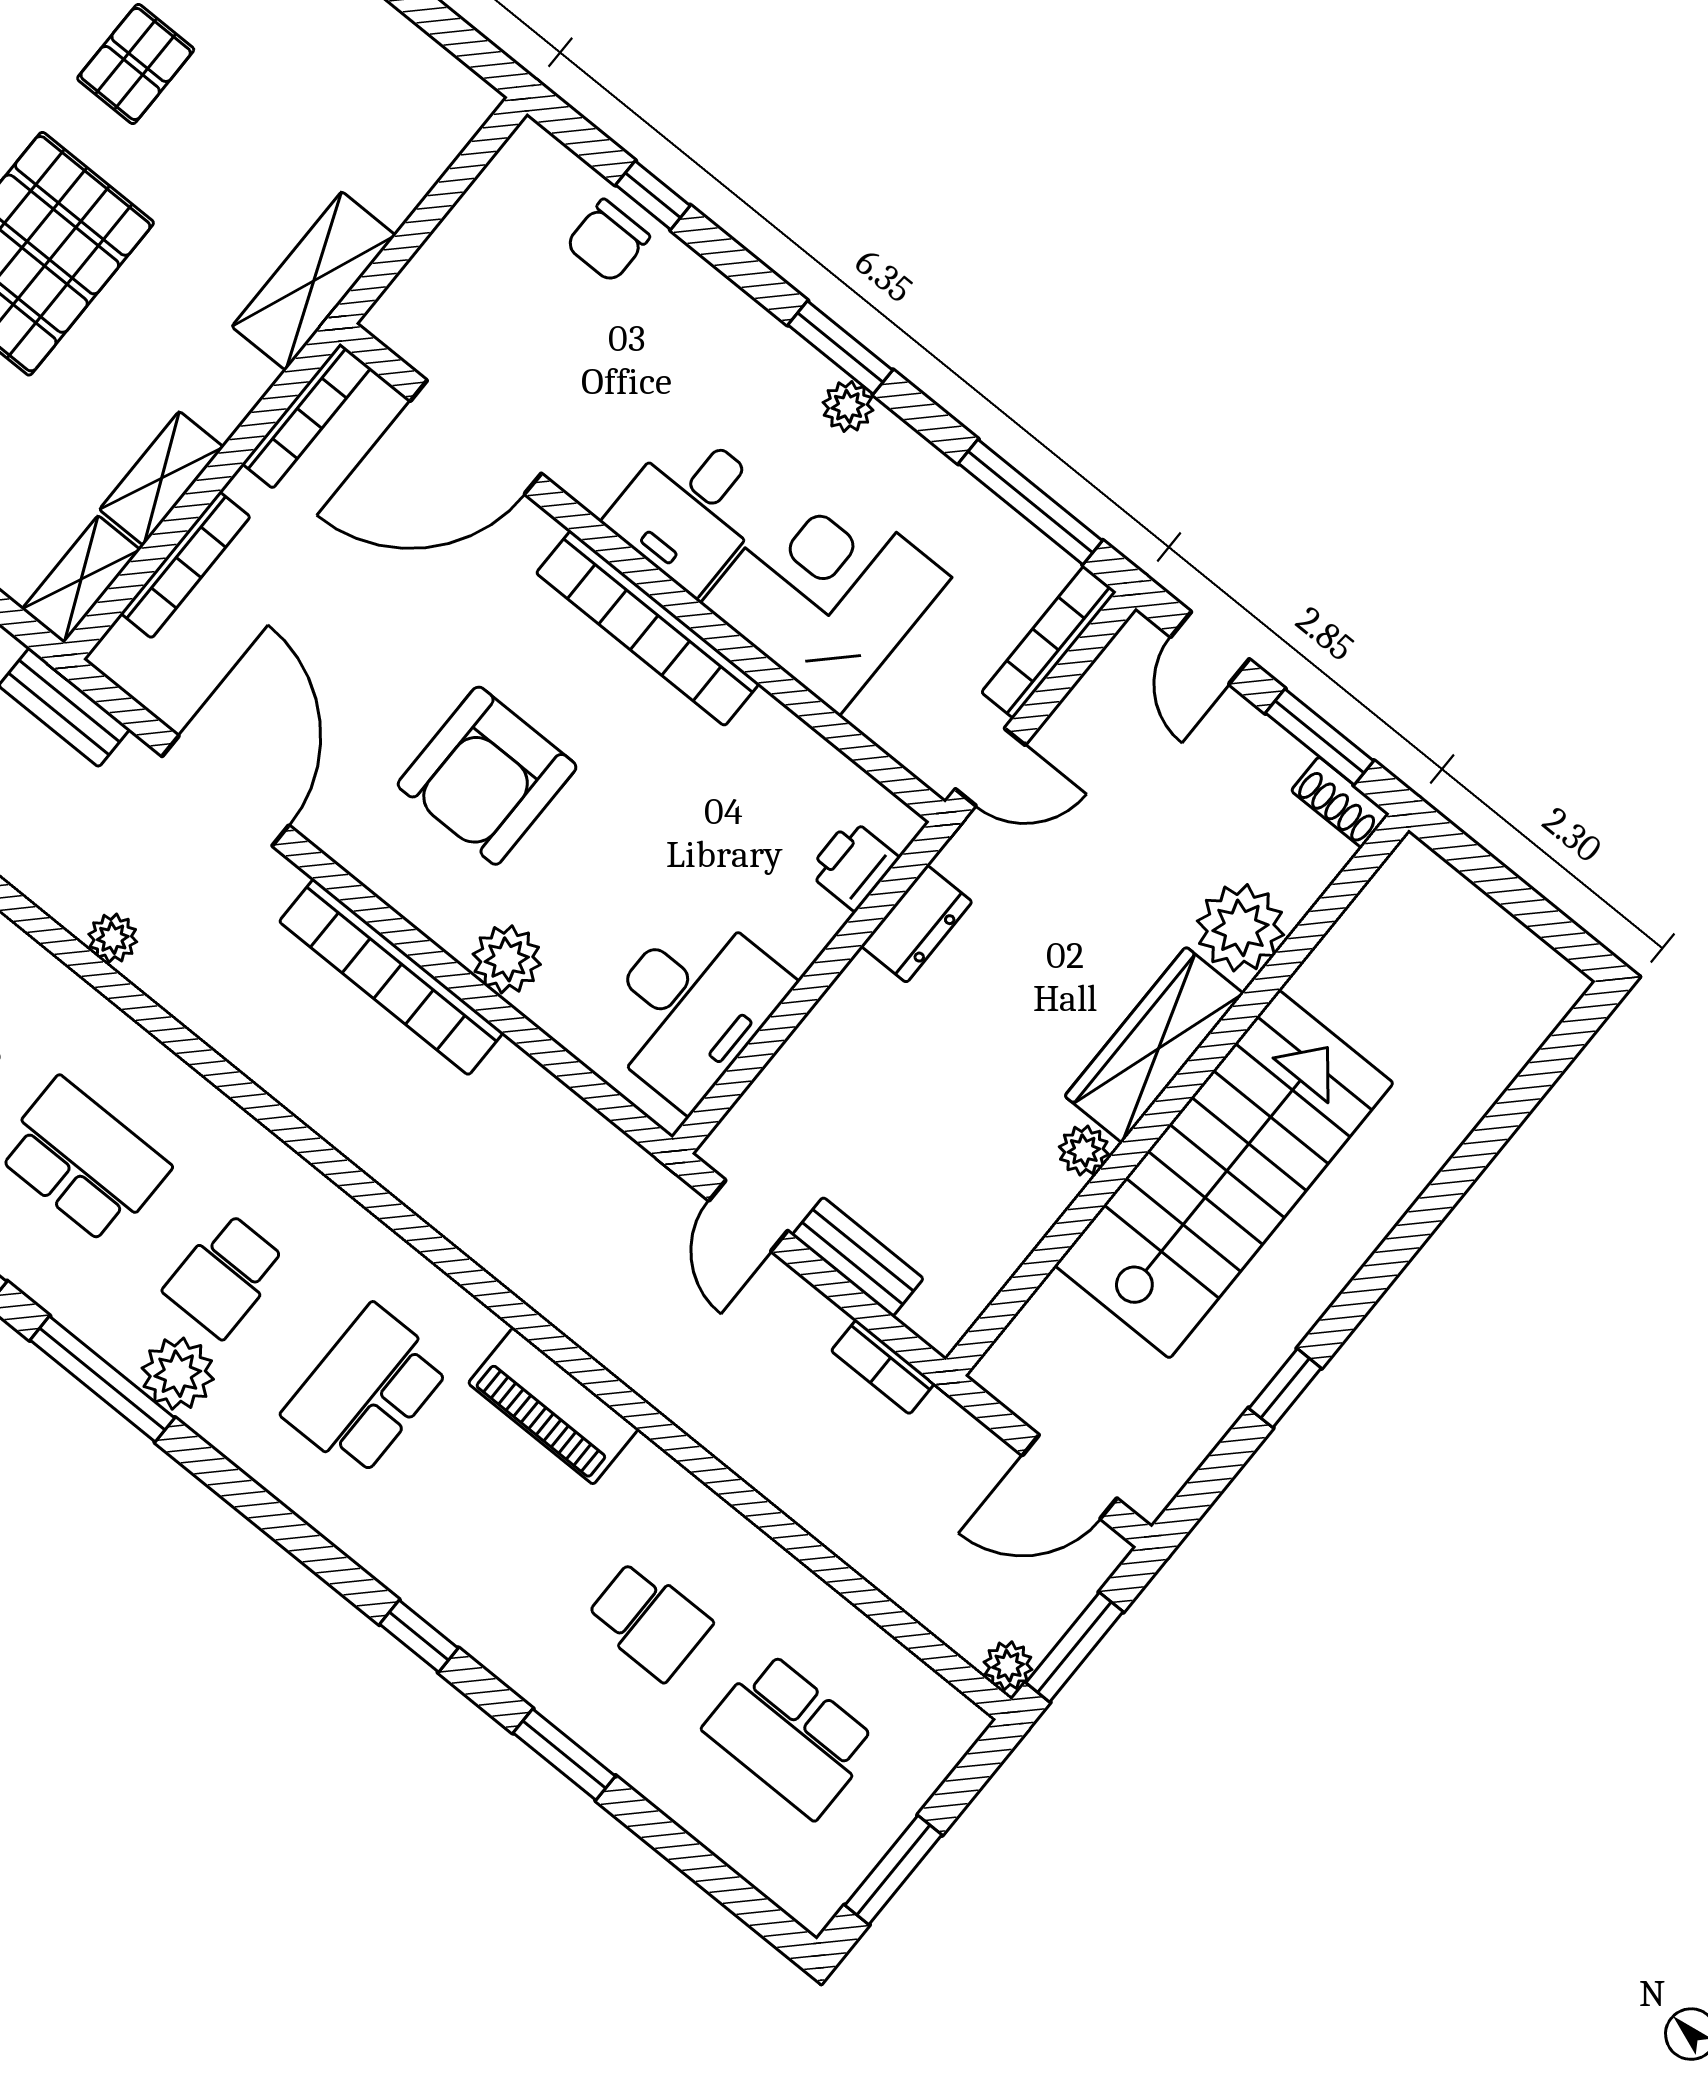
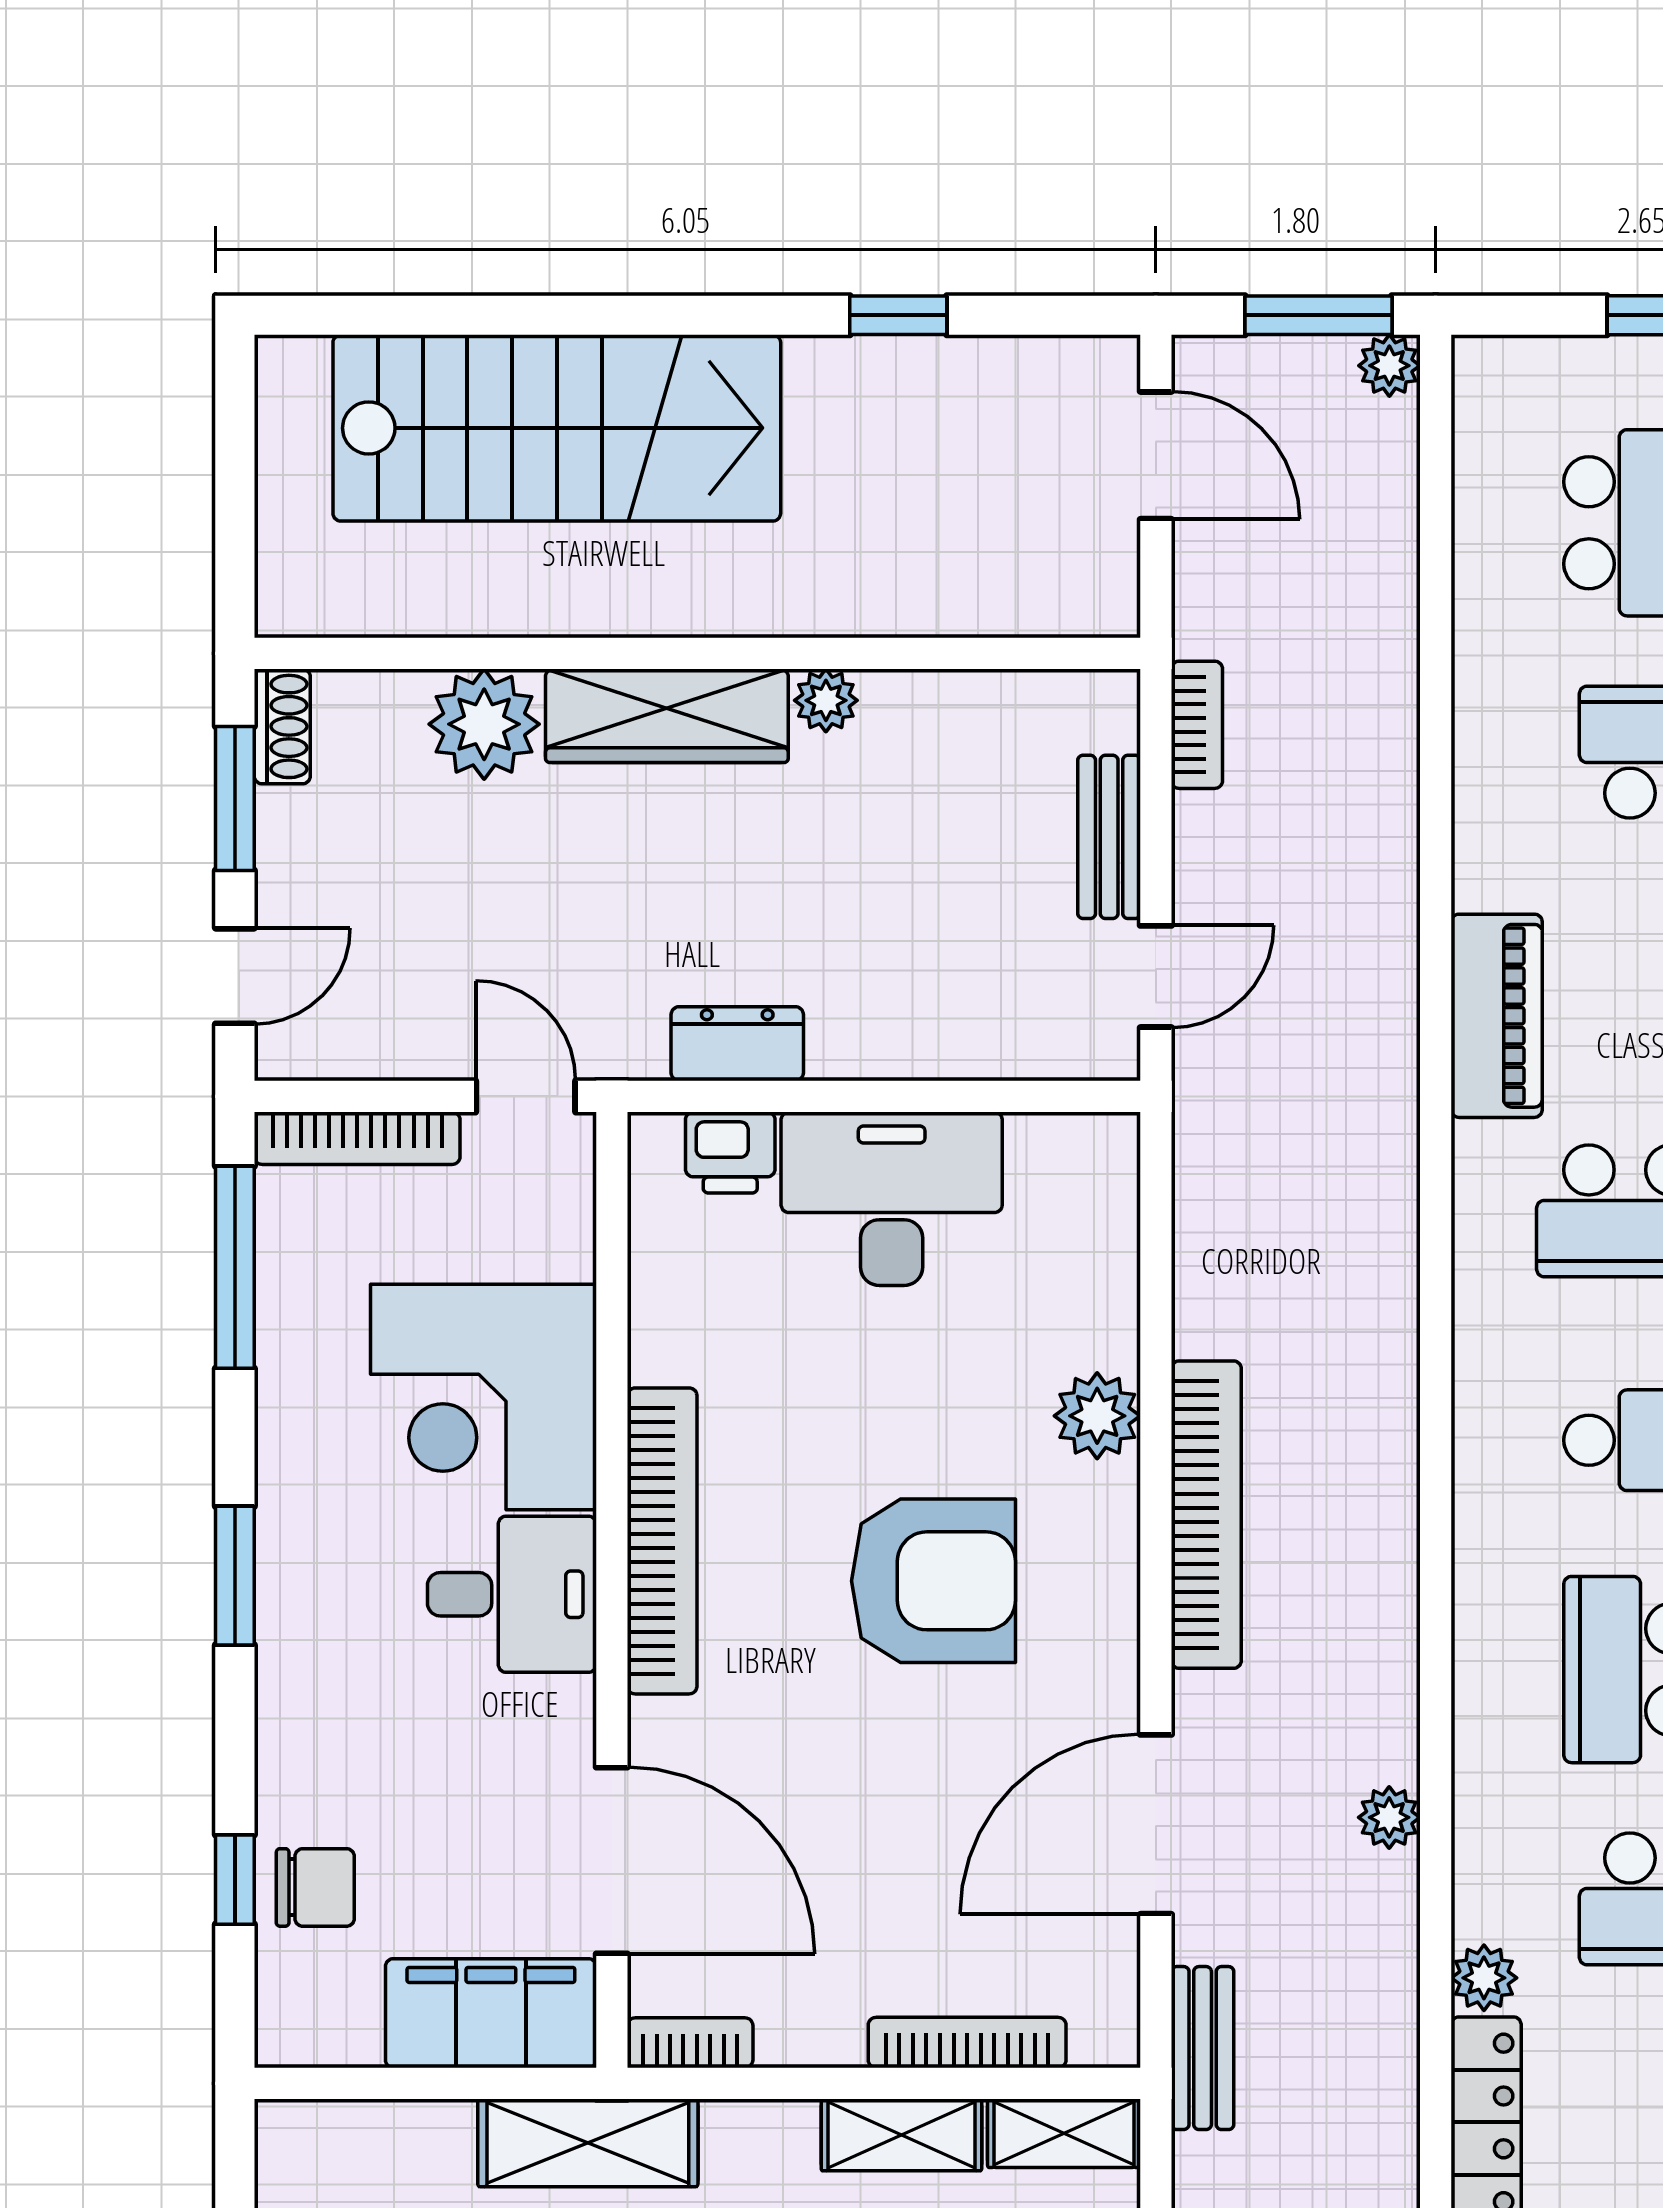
filing cabinet: (442, 286) -> (491, 2013), added
plant: (848, 406) -> (286, 1521), removed
bookcase: (307, 416) -> (690, 2043), width x0.64
desk: (691, 1006) -> (892, 1199), moved
stairs: (1224, 1174) -> (557, 428), moved, turned 180

